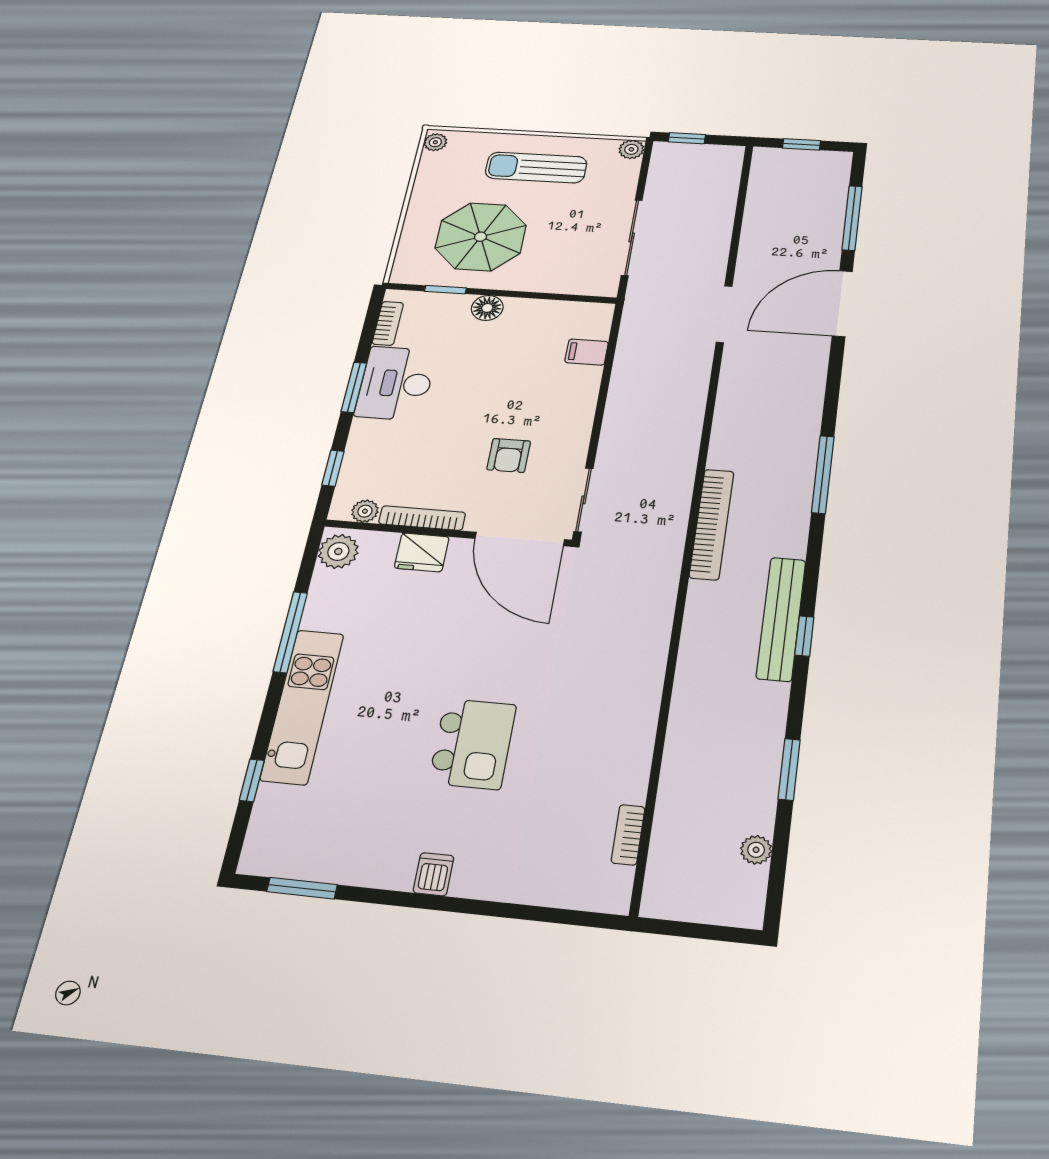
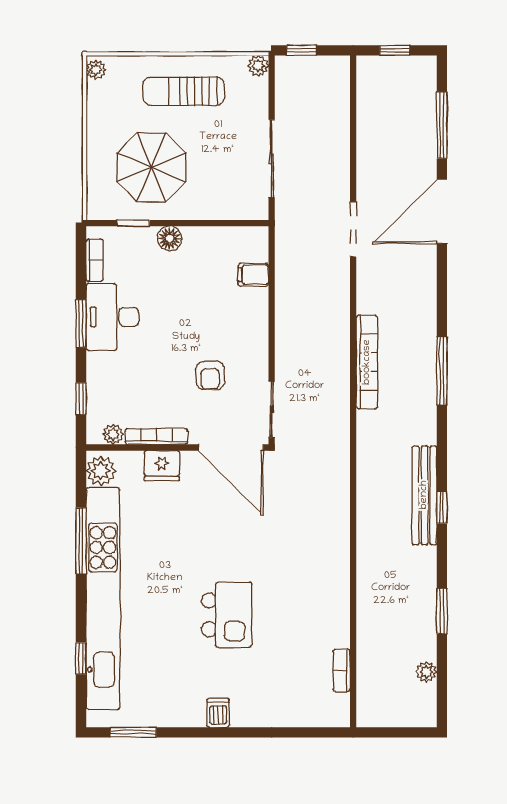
bookcase: (712, 524) -> (367, 362), moved
kitchen unit: (302, 706) -> (103, 599), width x1.86

